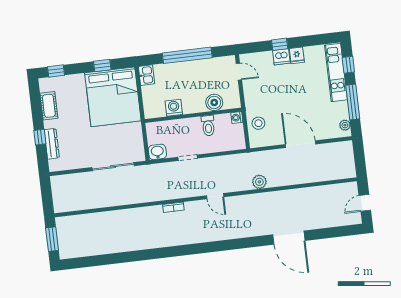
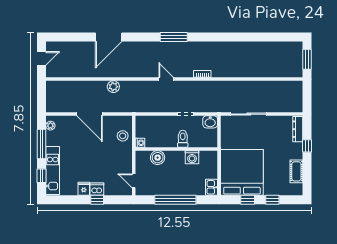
window: (56, 71) -> (272, 200), moved
toilet: (208, 126) -> (183, 139), moved
dresser: (52, 144) -> (298, 129), moved
plant: (259, 182) -> (113, 87), moved
door: (289, 238) -> (109, 37), swing flipped
window: (212, 247) -> (174, 37), added

